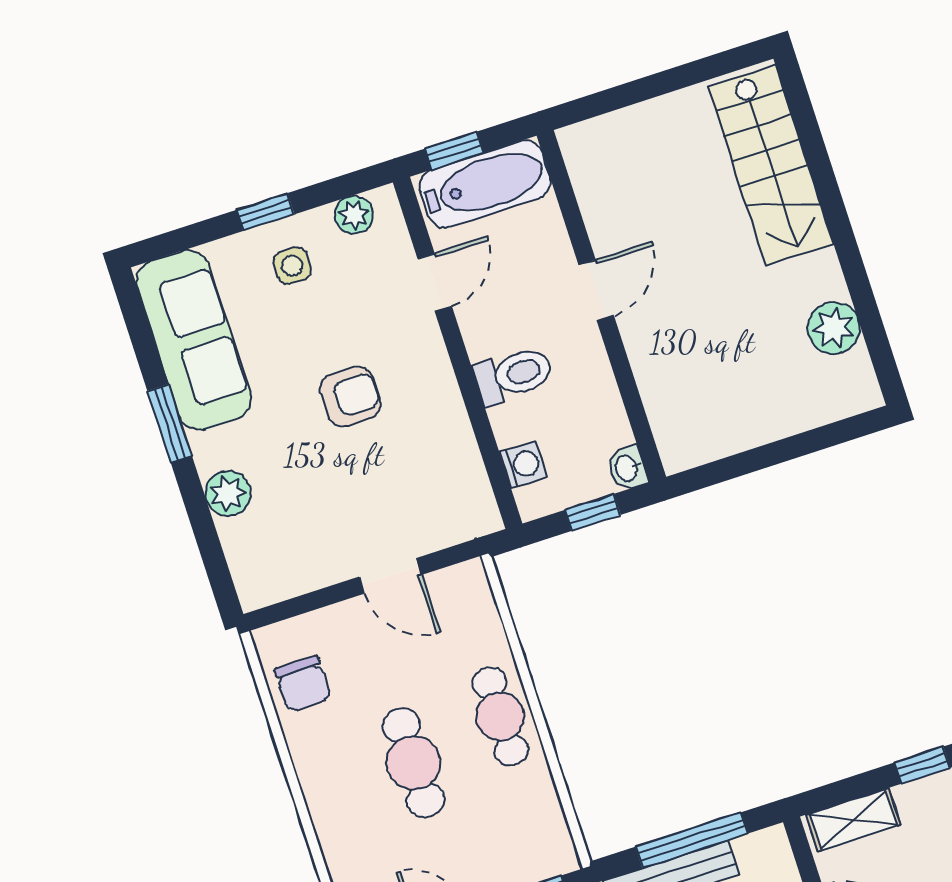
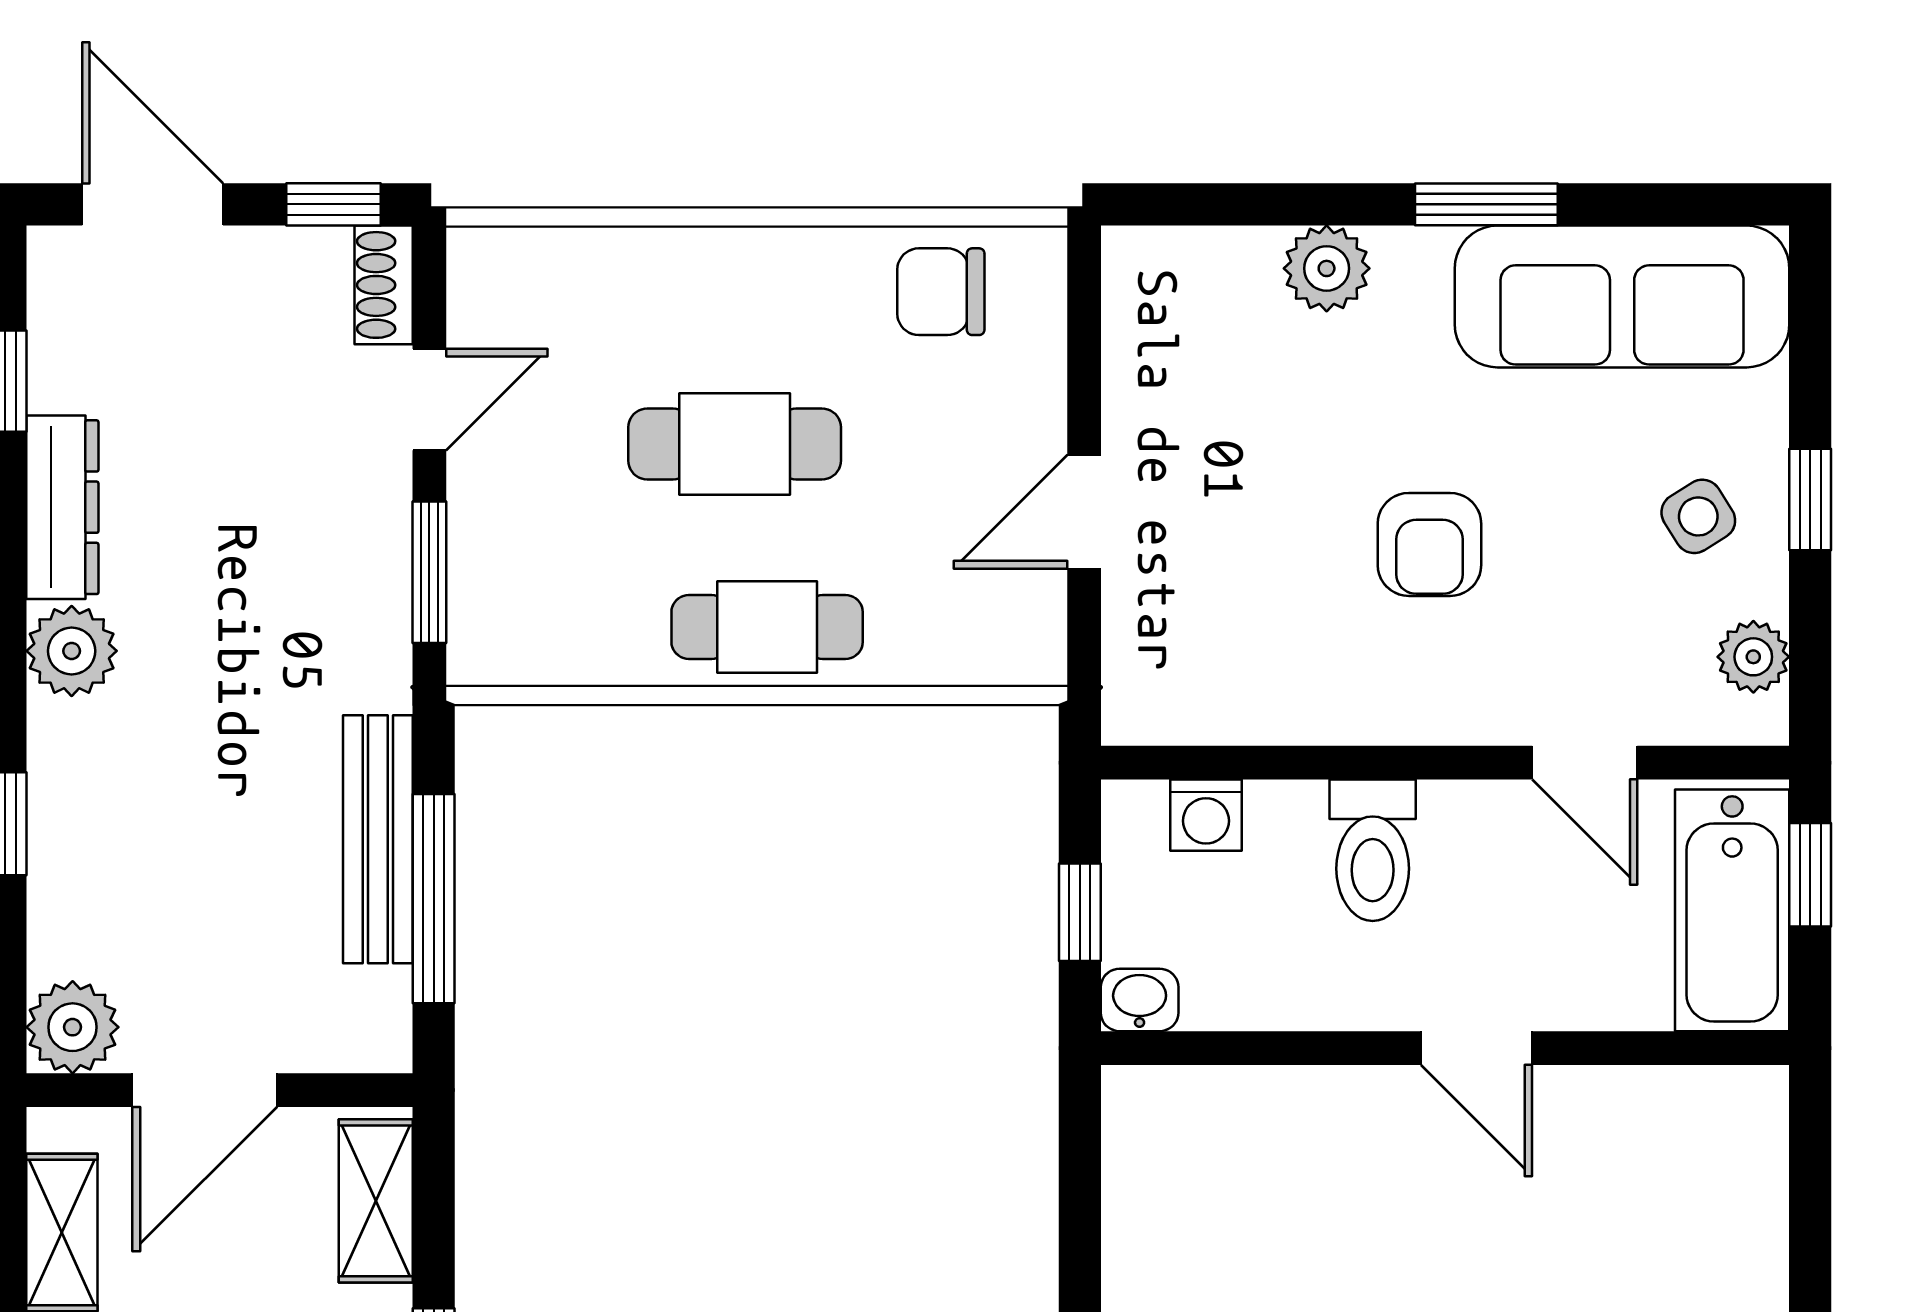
side table: (292, 266) -> (1698, 516), turned -32

